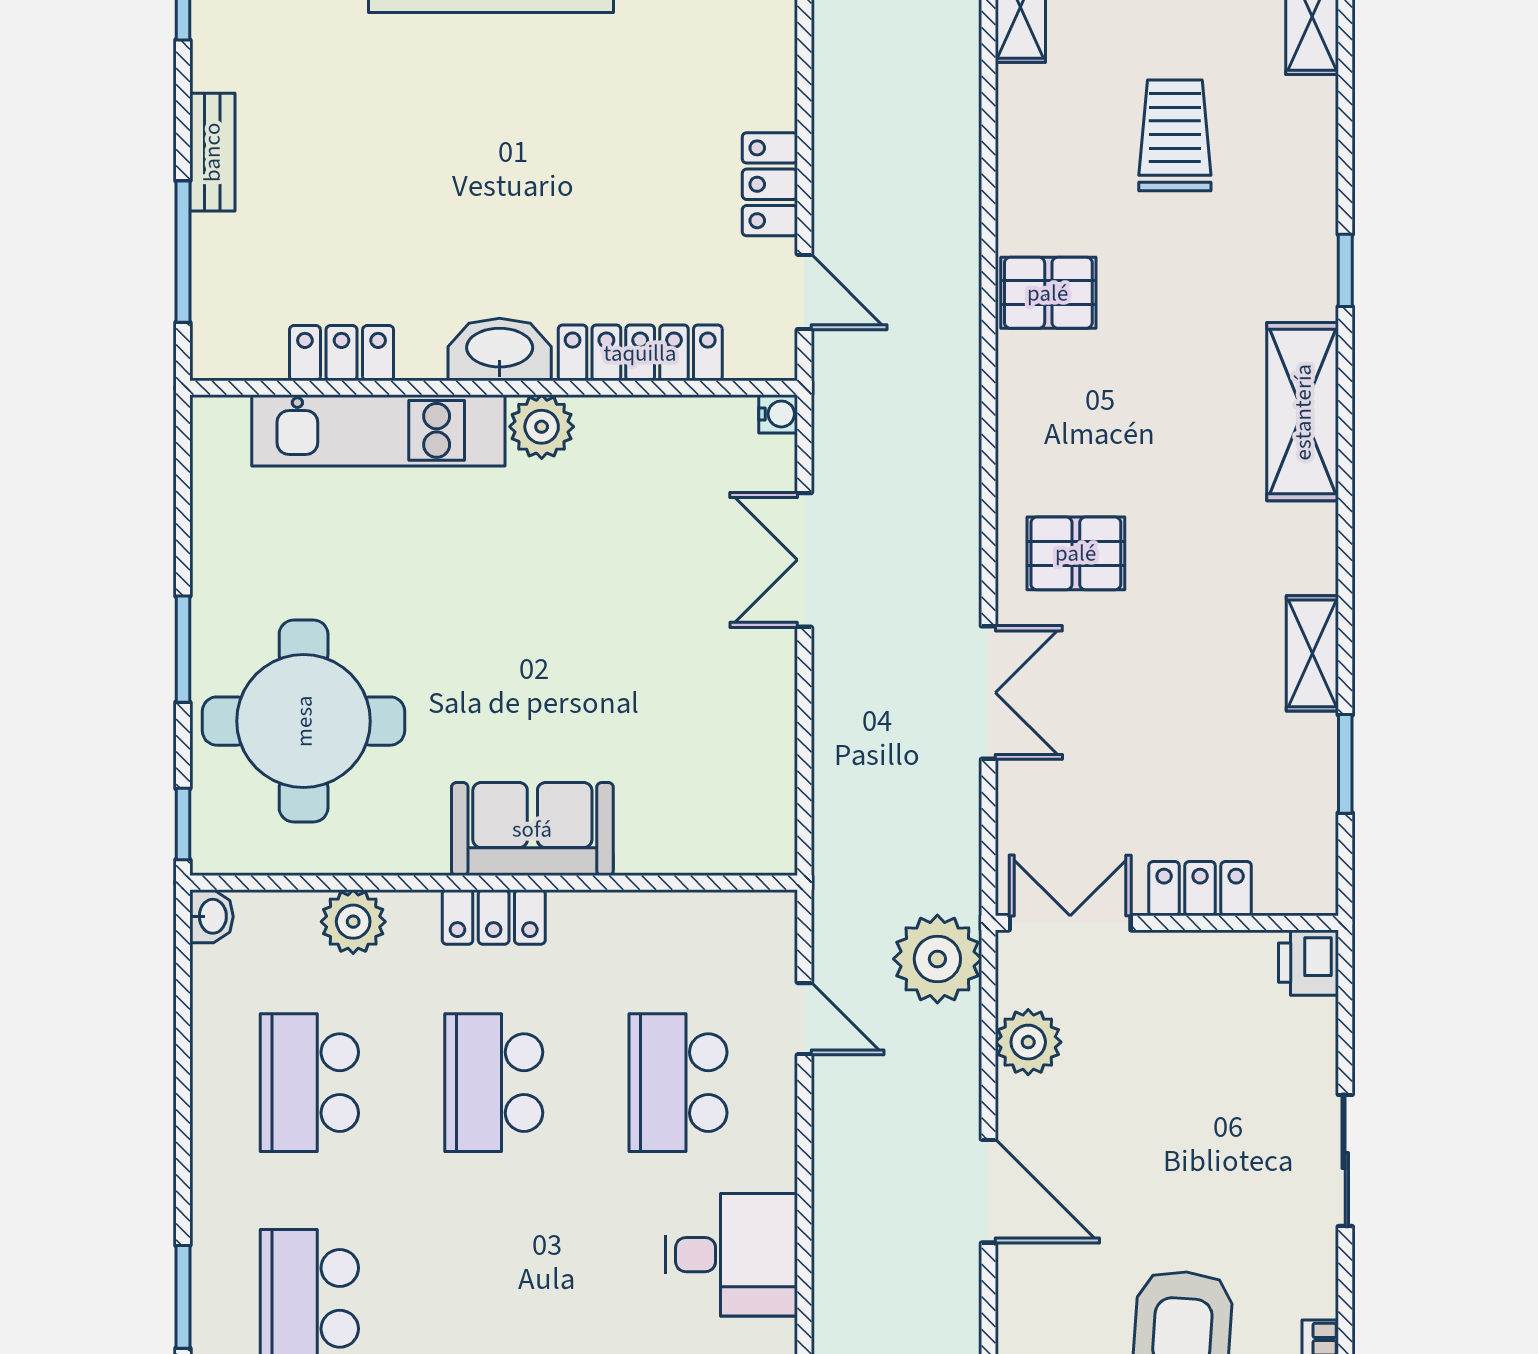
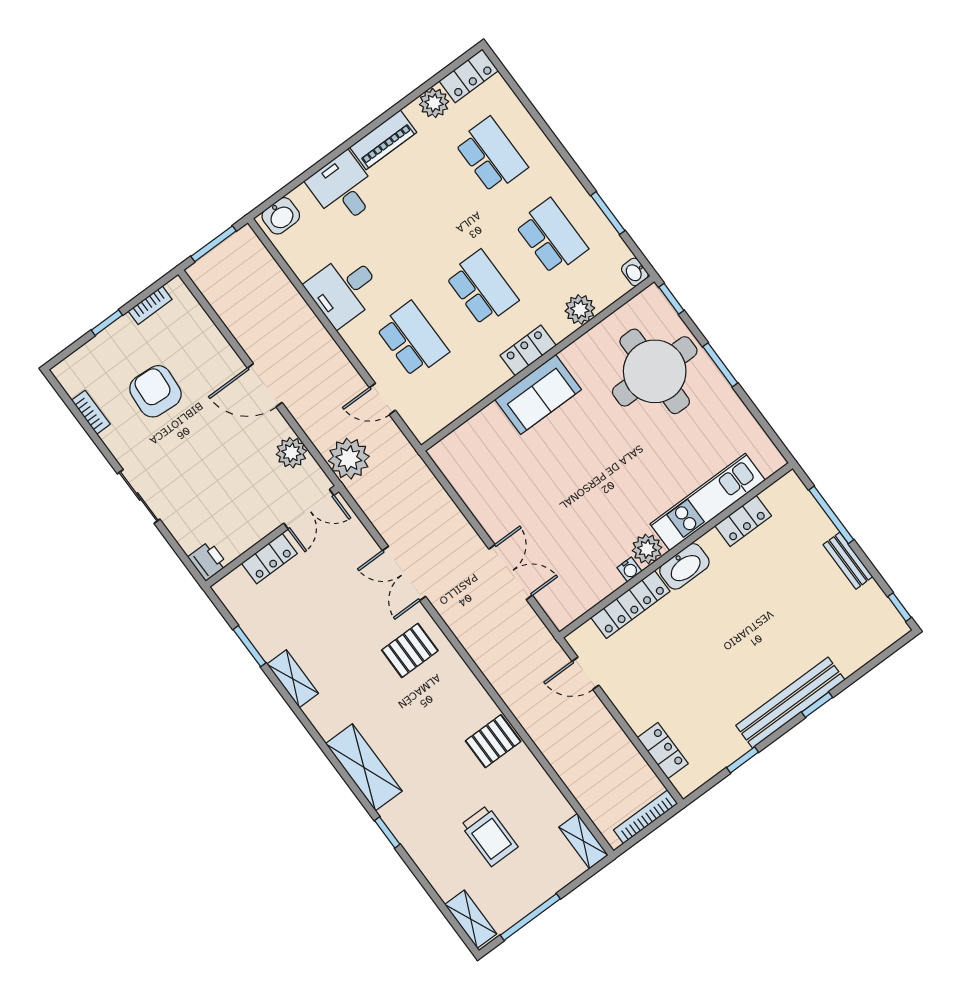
locker: (770, 184) -> (663, 751), moved
water cooler: (778, 414) -> (629, 569), moved, turned -90
window: (183, 1297) -> (608, 213), moved

